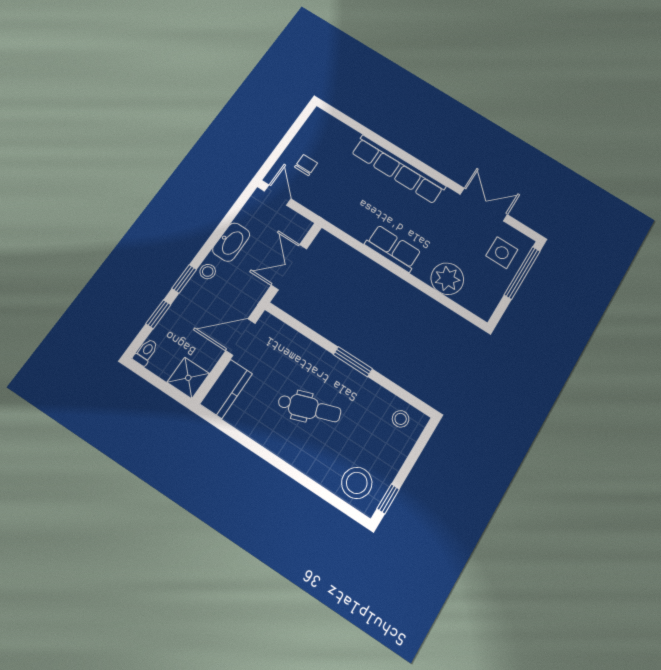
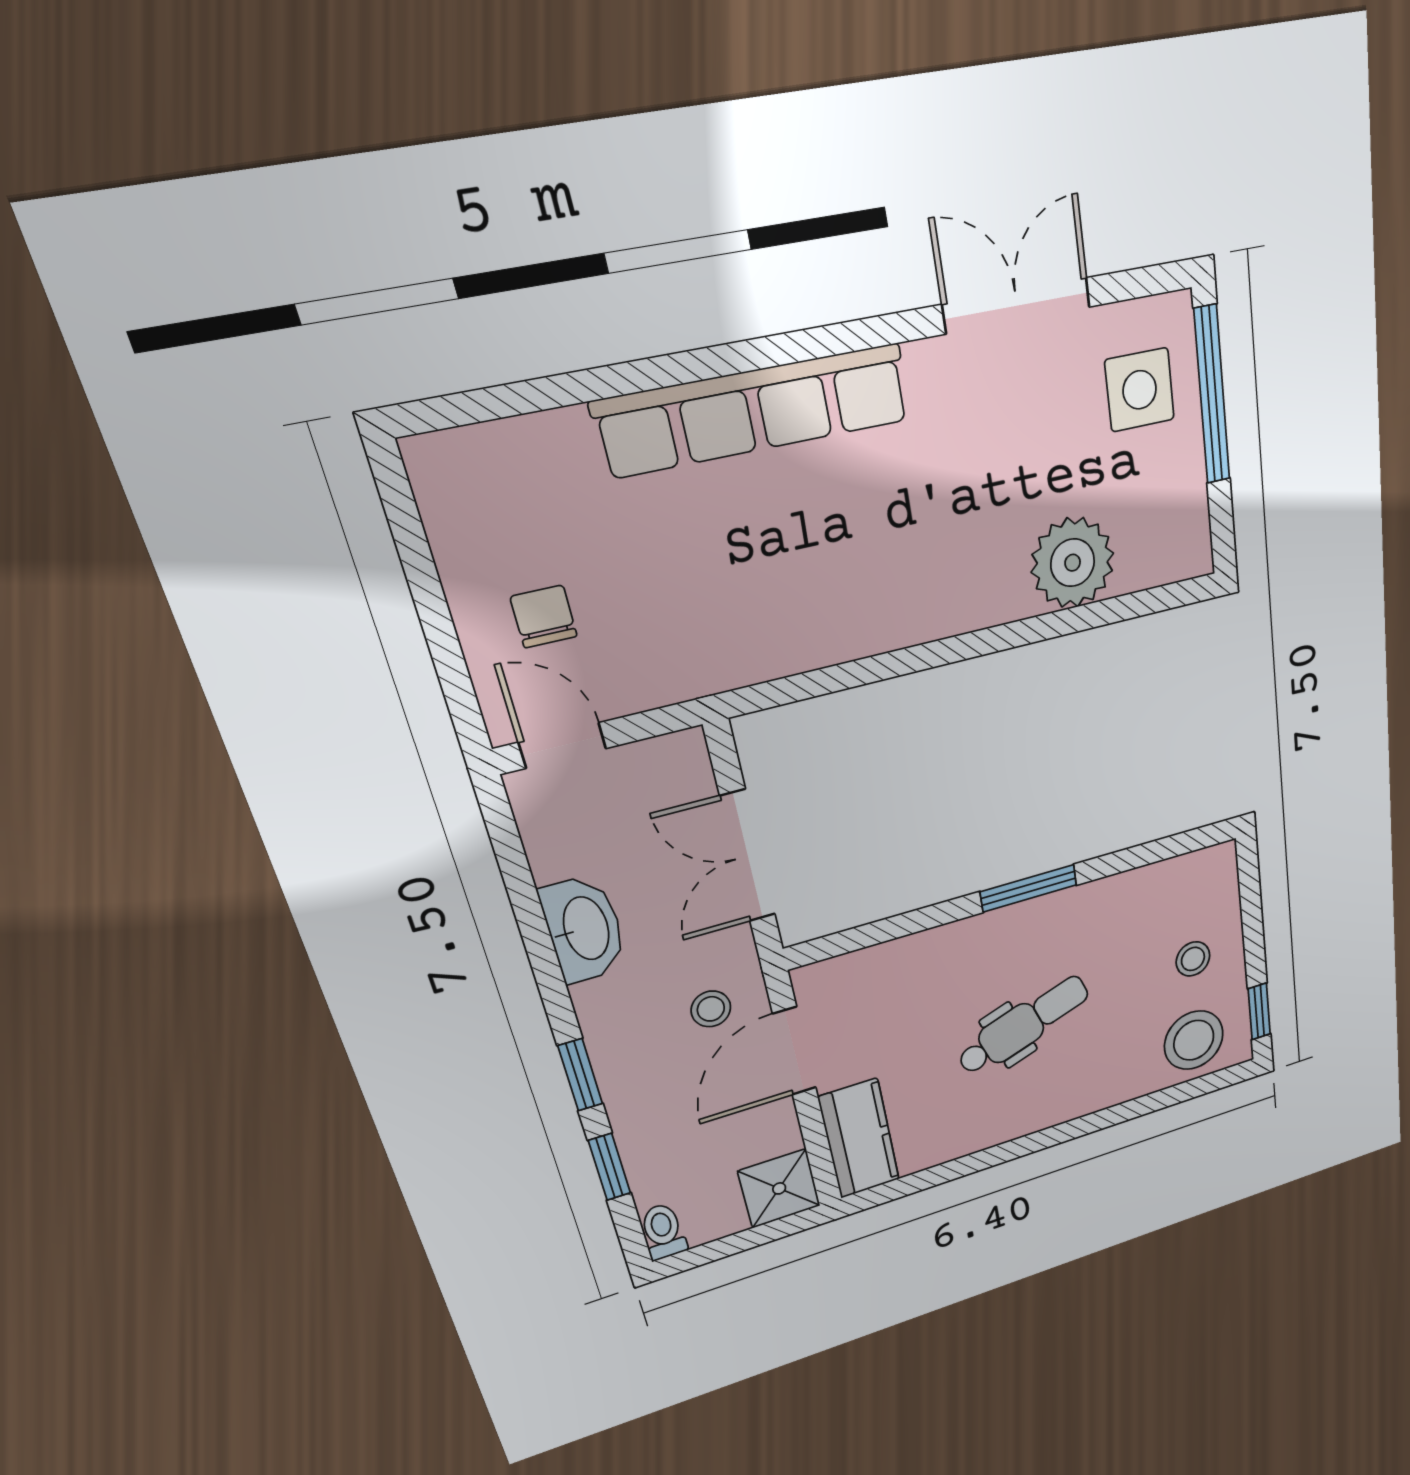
row of seats: (393, 248) -> (912, 610), removed
stool: (208, 272) -> (711, 1009), moved
stool: (401, 419) -> (1193, 959), moved

